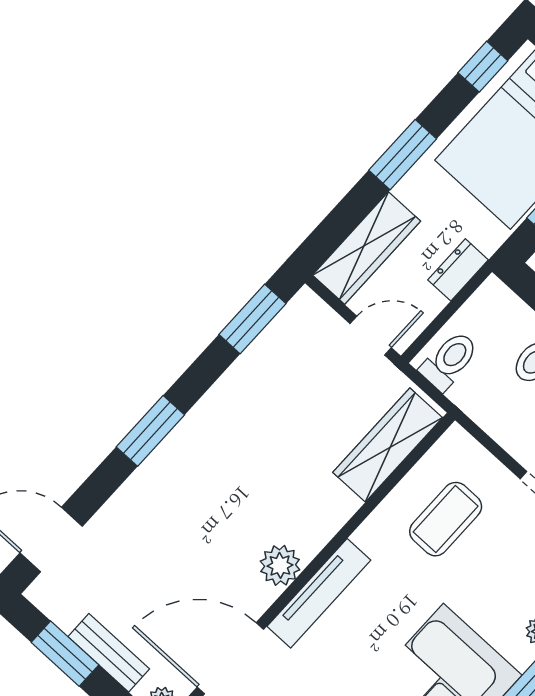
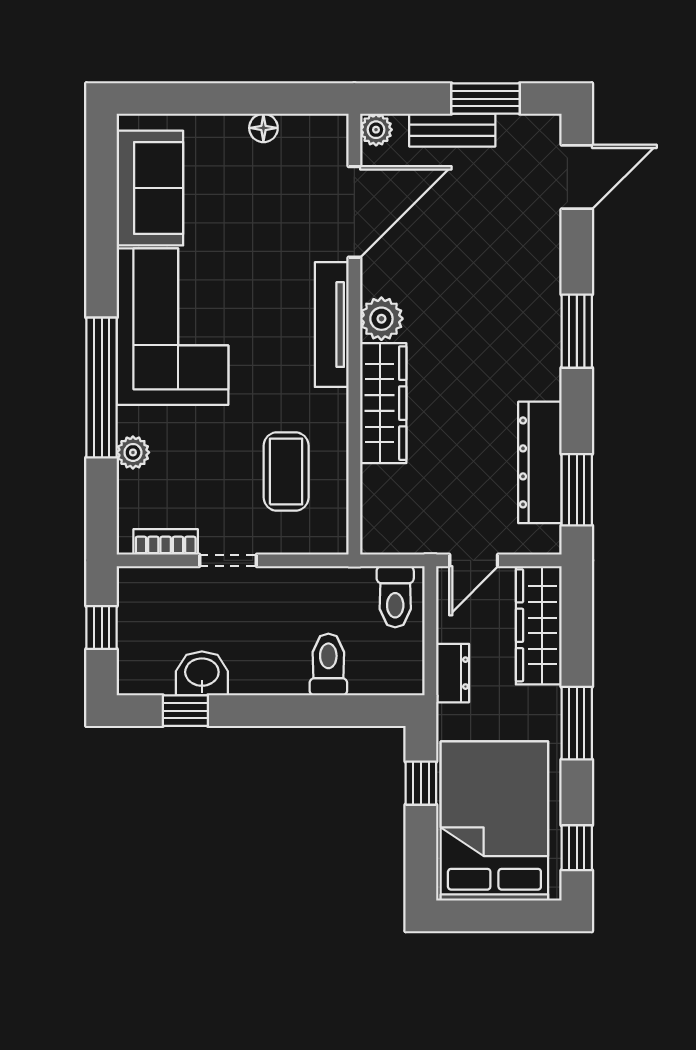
dresser: (261, 362) -> (540, 462), added
wardrobe: (388, 445) -> (383, 403), moved

